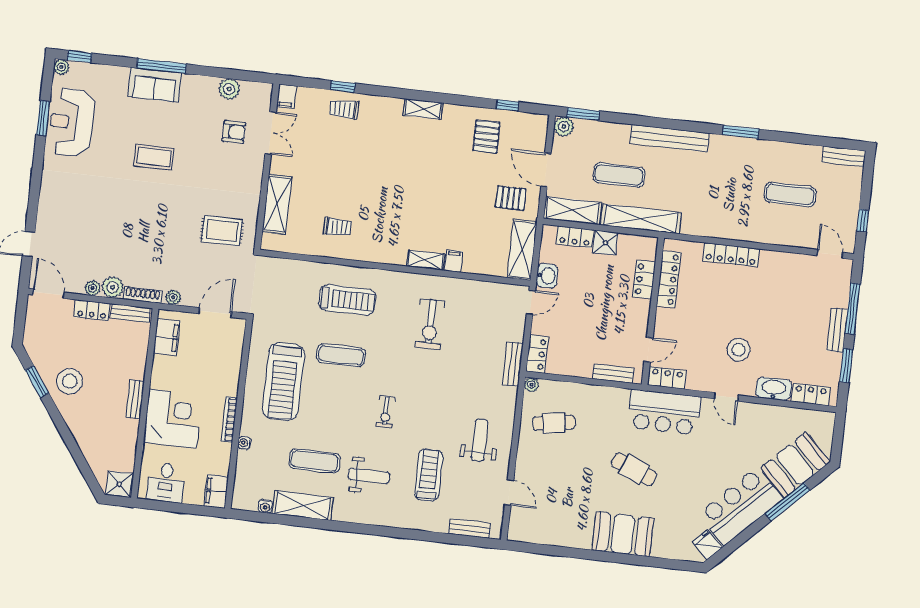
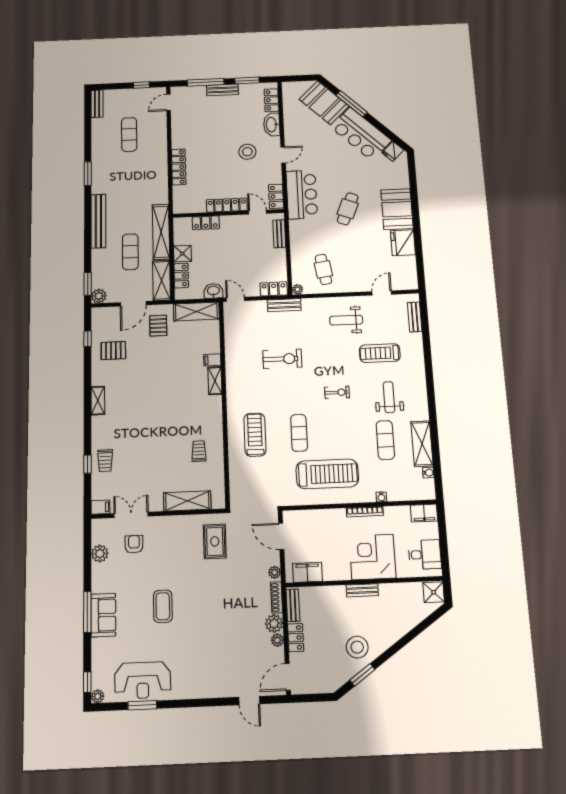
locker: (669, 279) -> (227, 205), moved
exercise bike: (430, 324) -> (282, 359), moved
fridge: (574, 533) -> (403, 243), added

